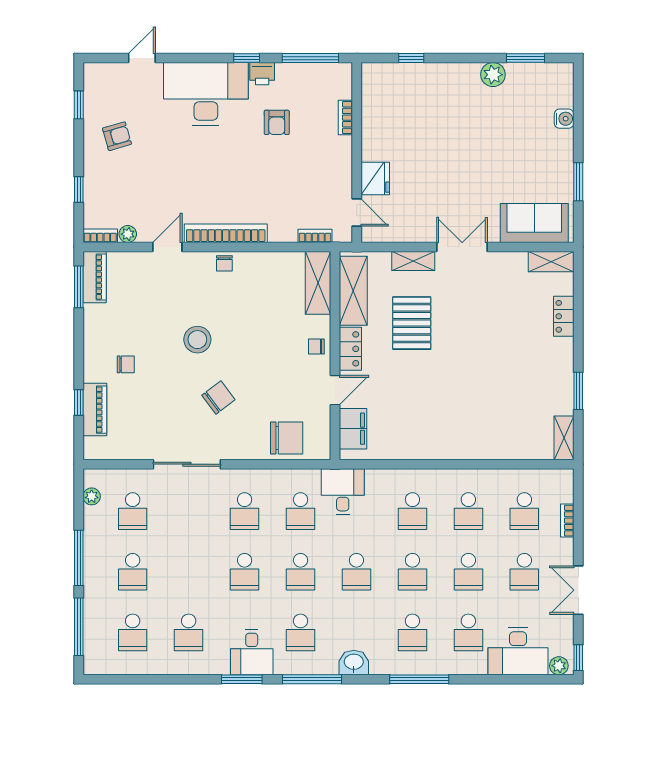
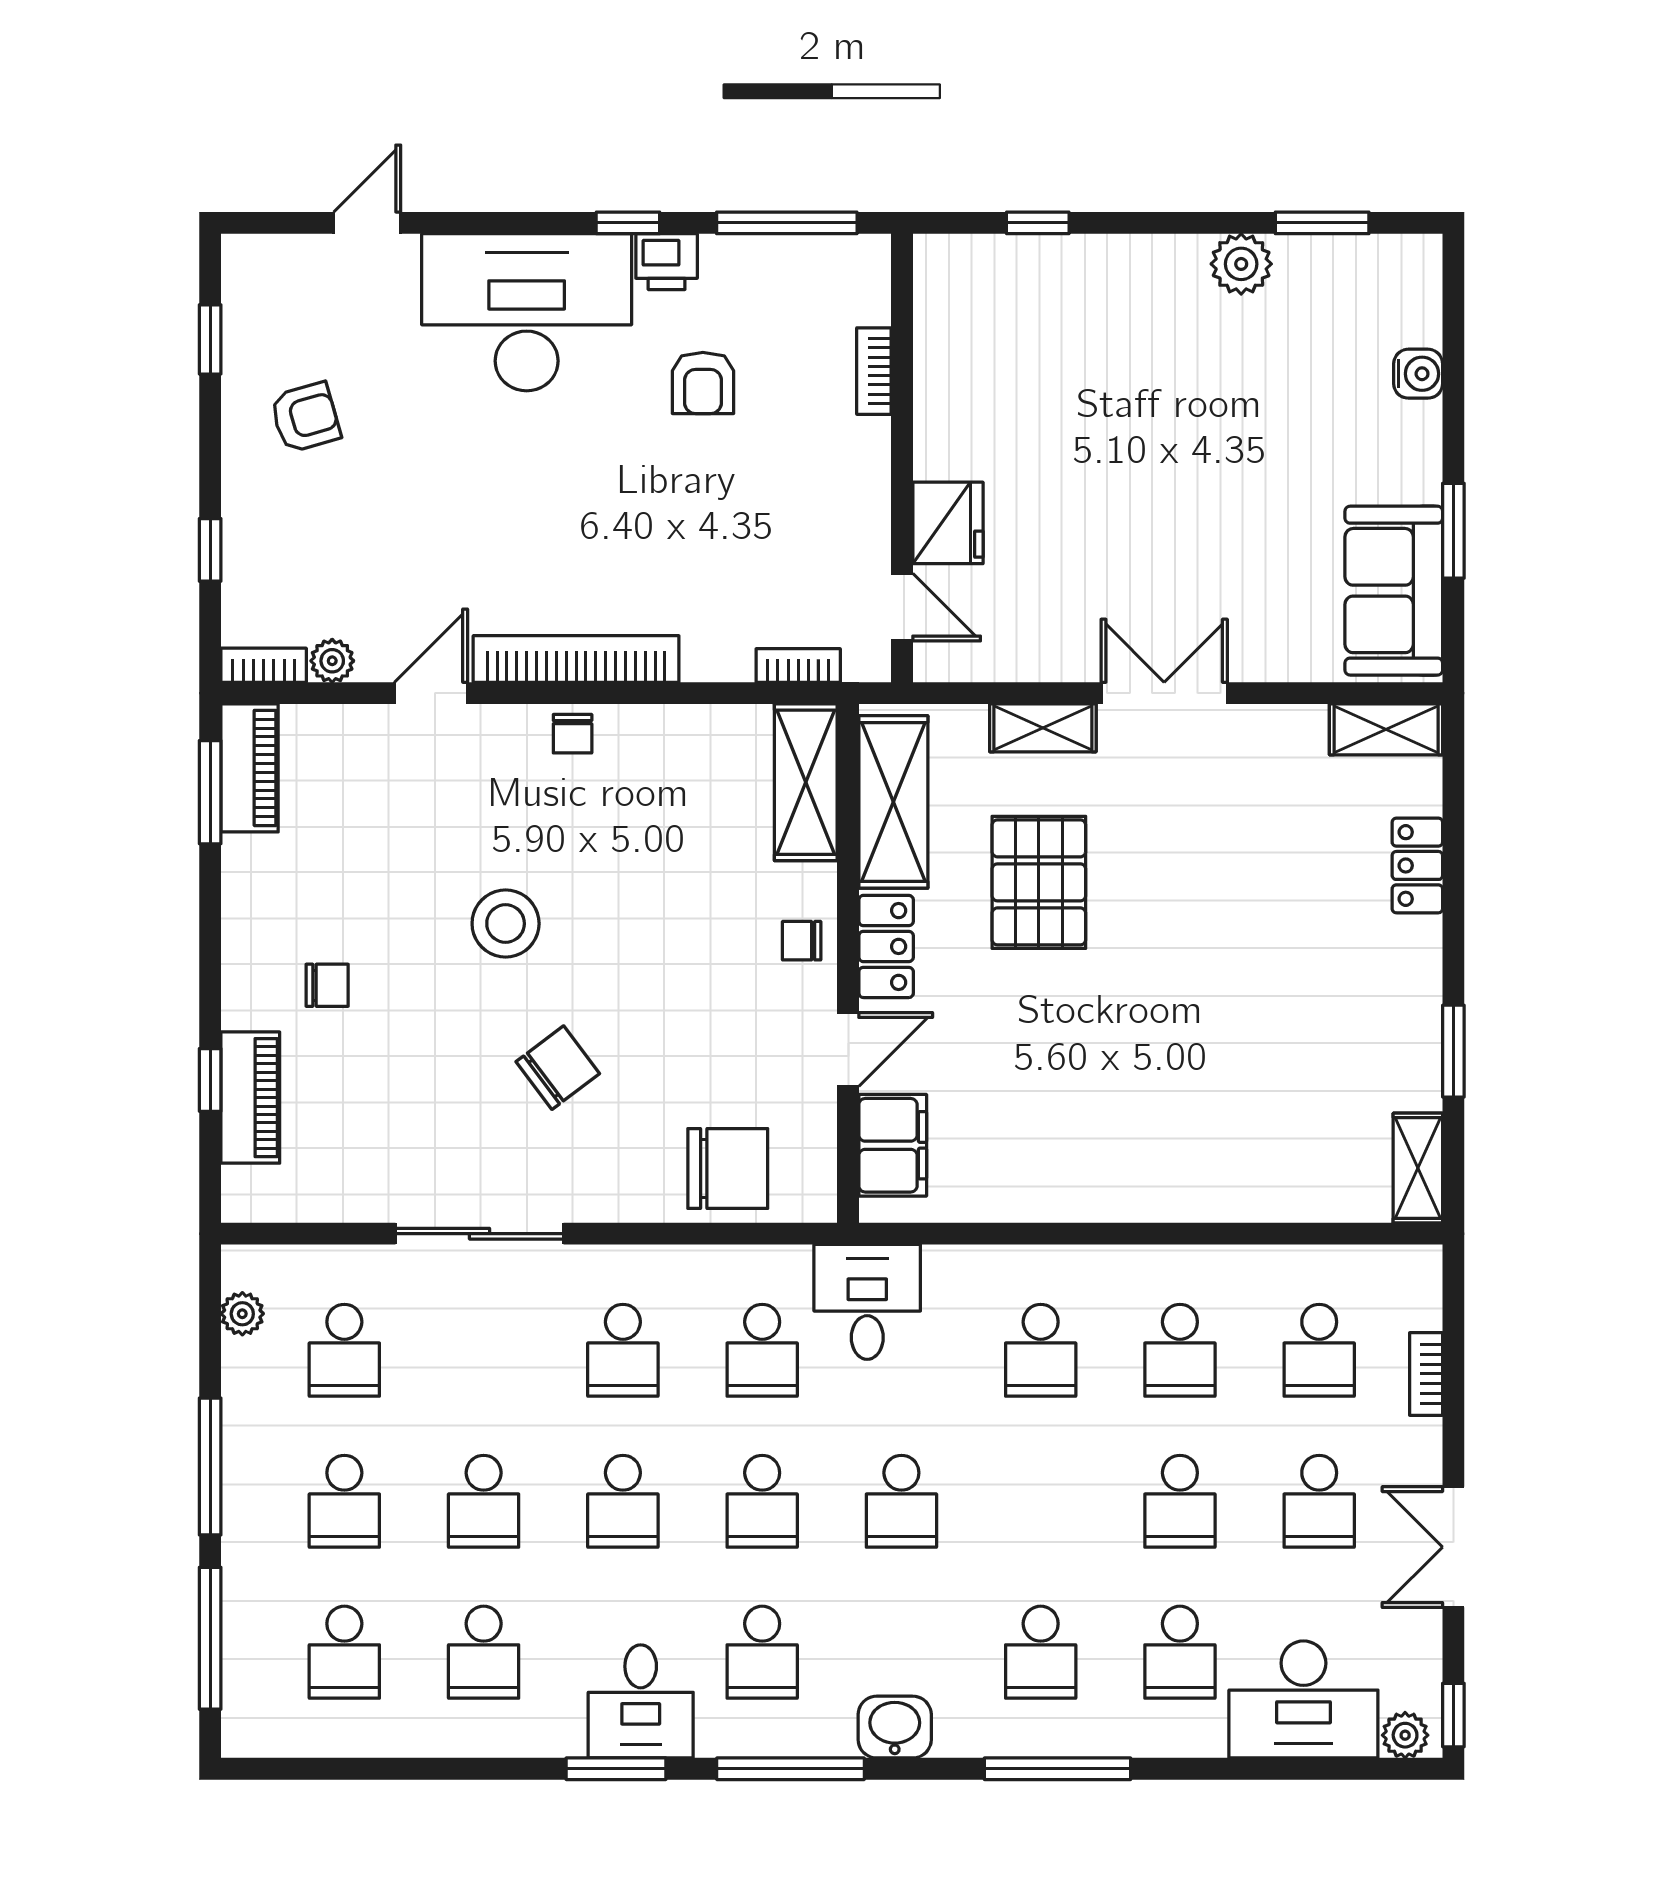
sofa: (534, 223) -> (1394, 591), moved, turned -90
school desk: (412, 572) -> (484, 1501), moved

